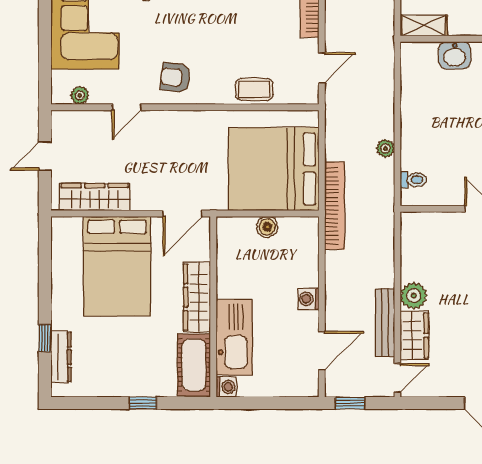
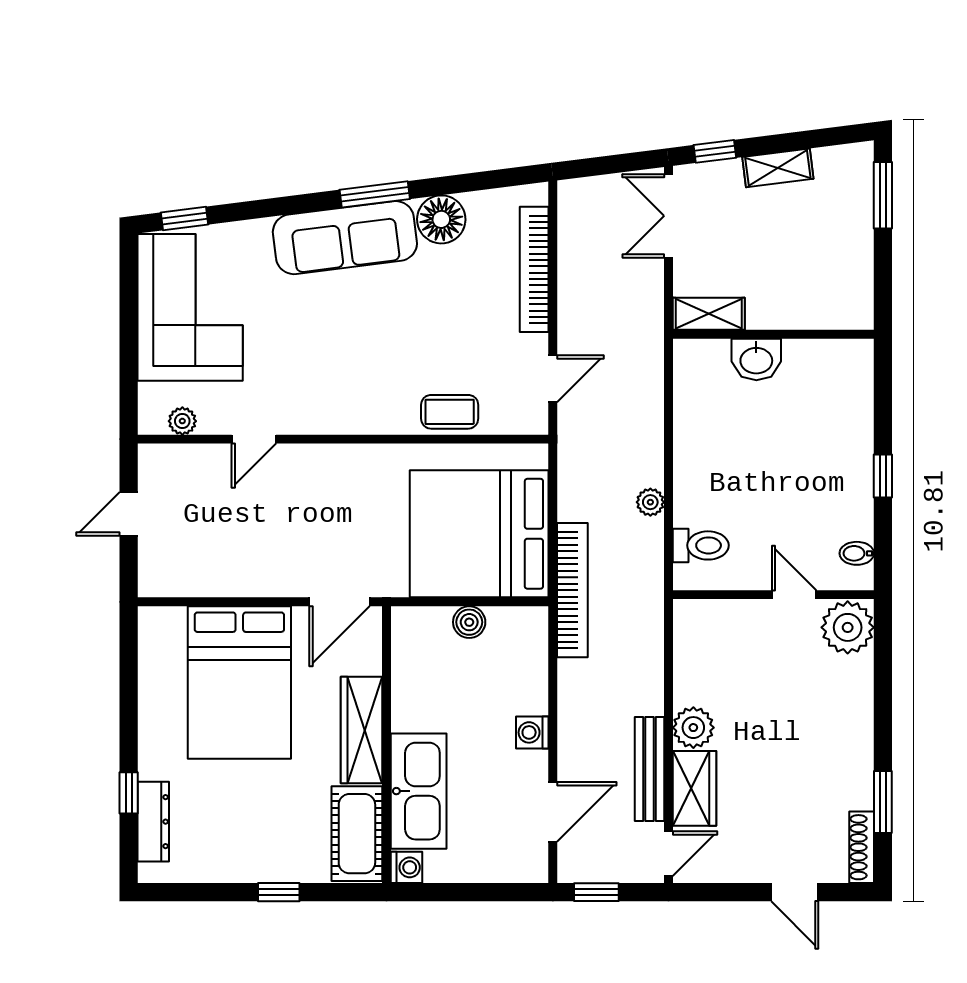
armchair: (175, 78) -> (329, 394), removed
toilet: (413, 180) -> (701, 545), width x1.37, depth x1.39
wardrobe: (95, 197) -> (205, 577), removed

